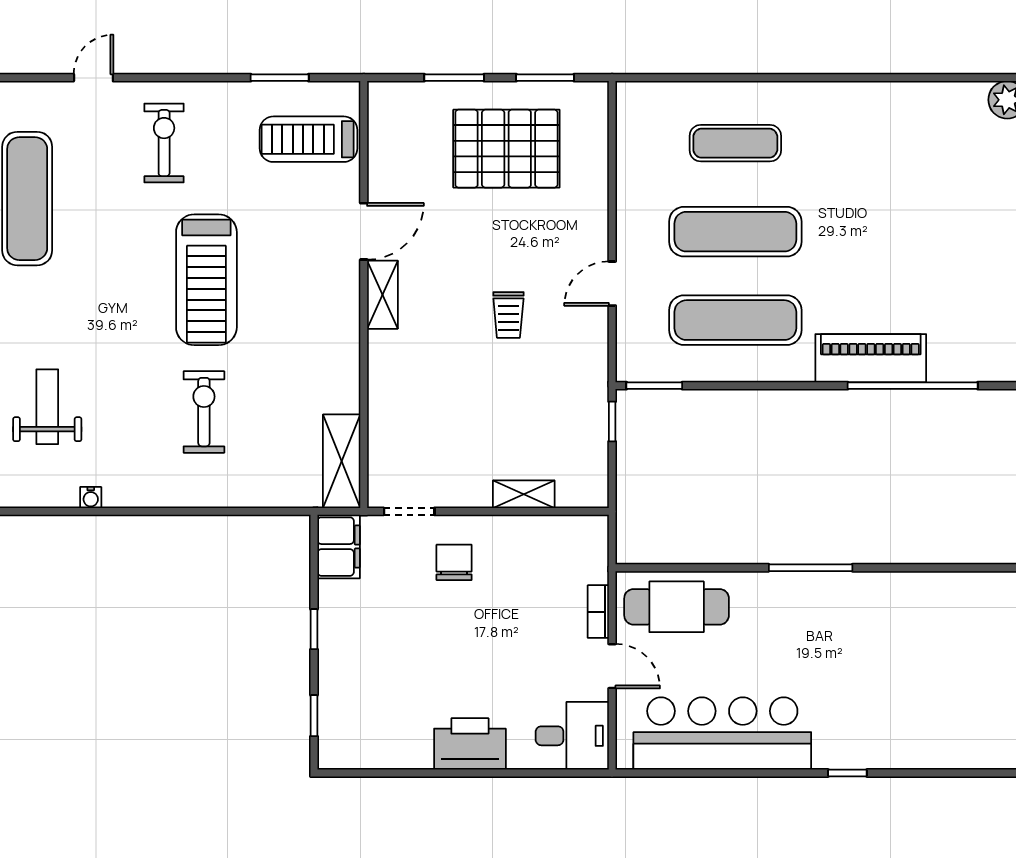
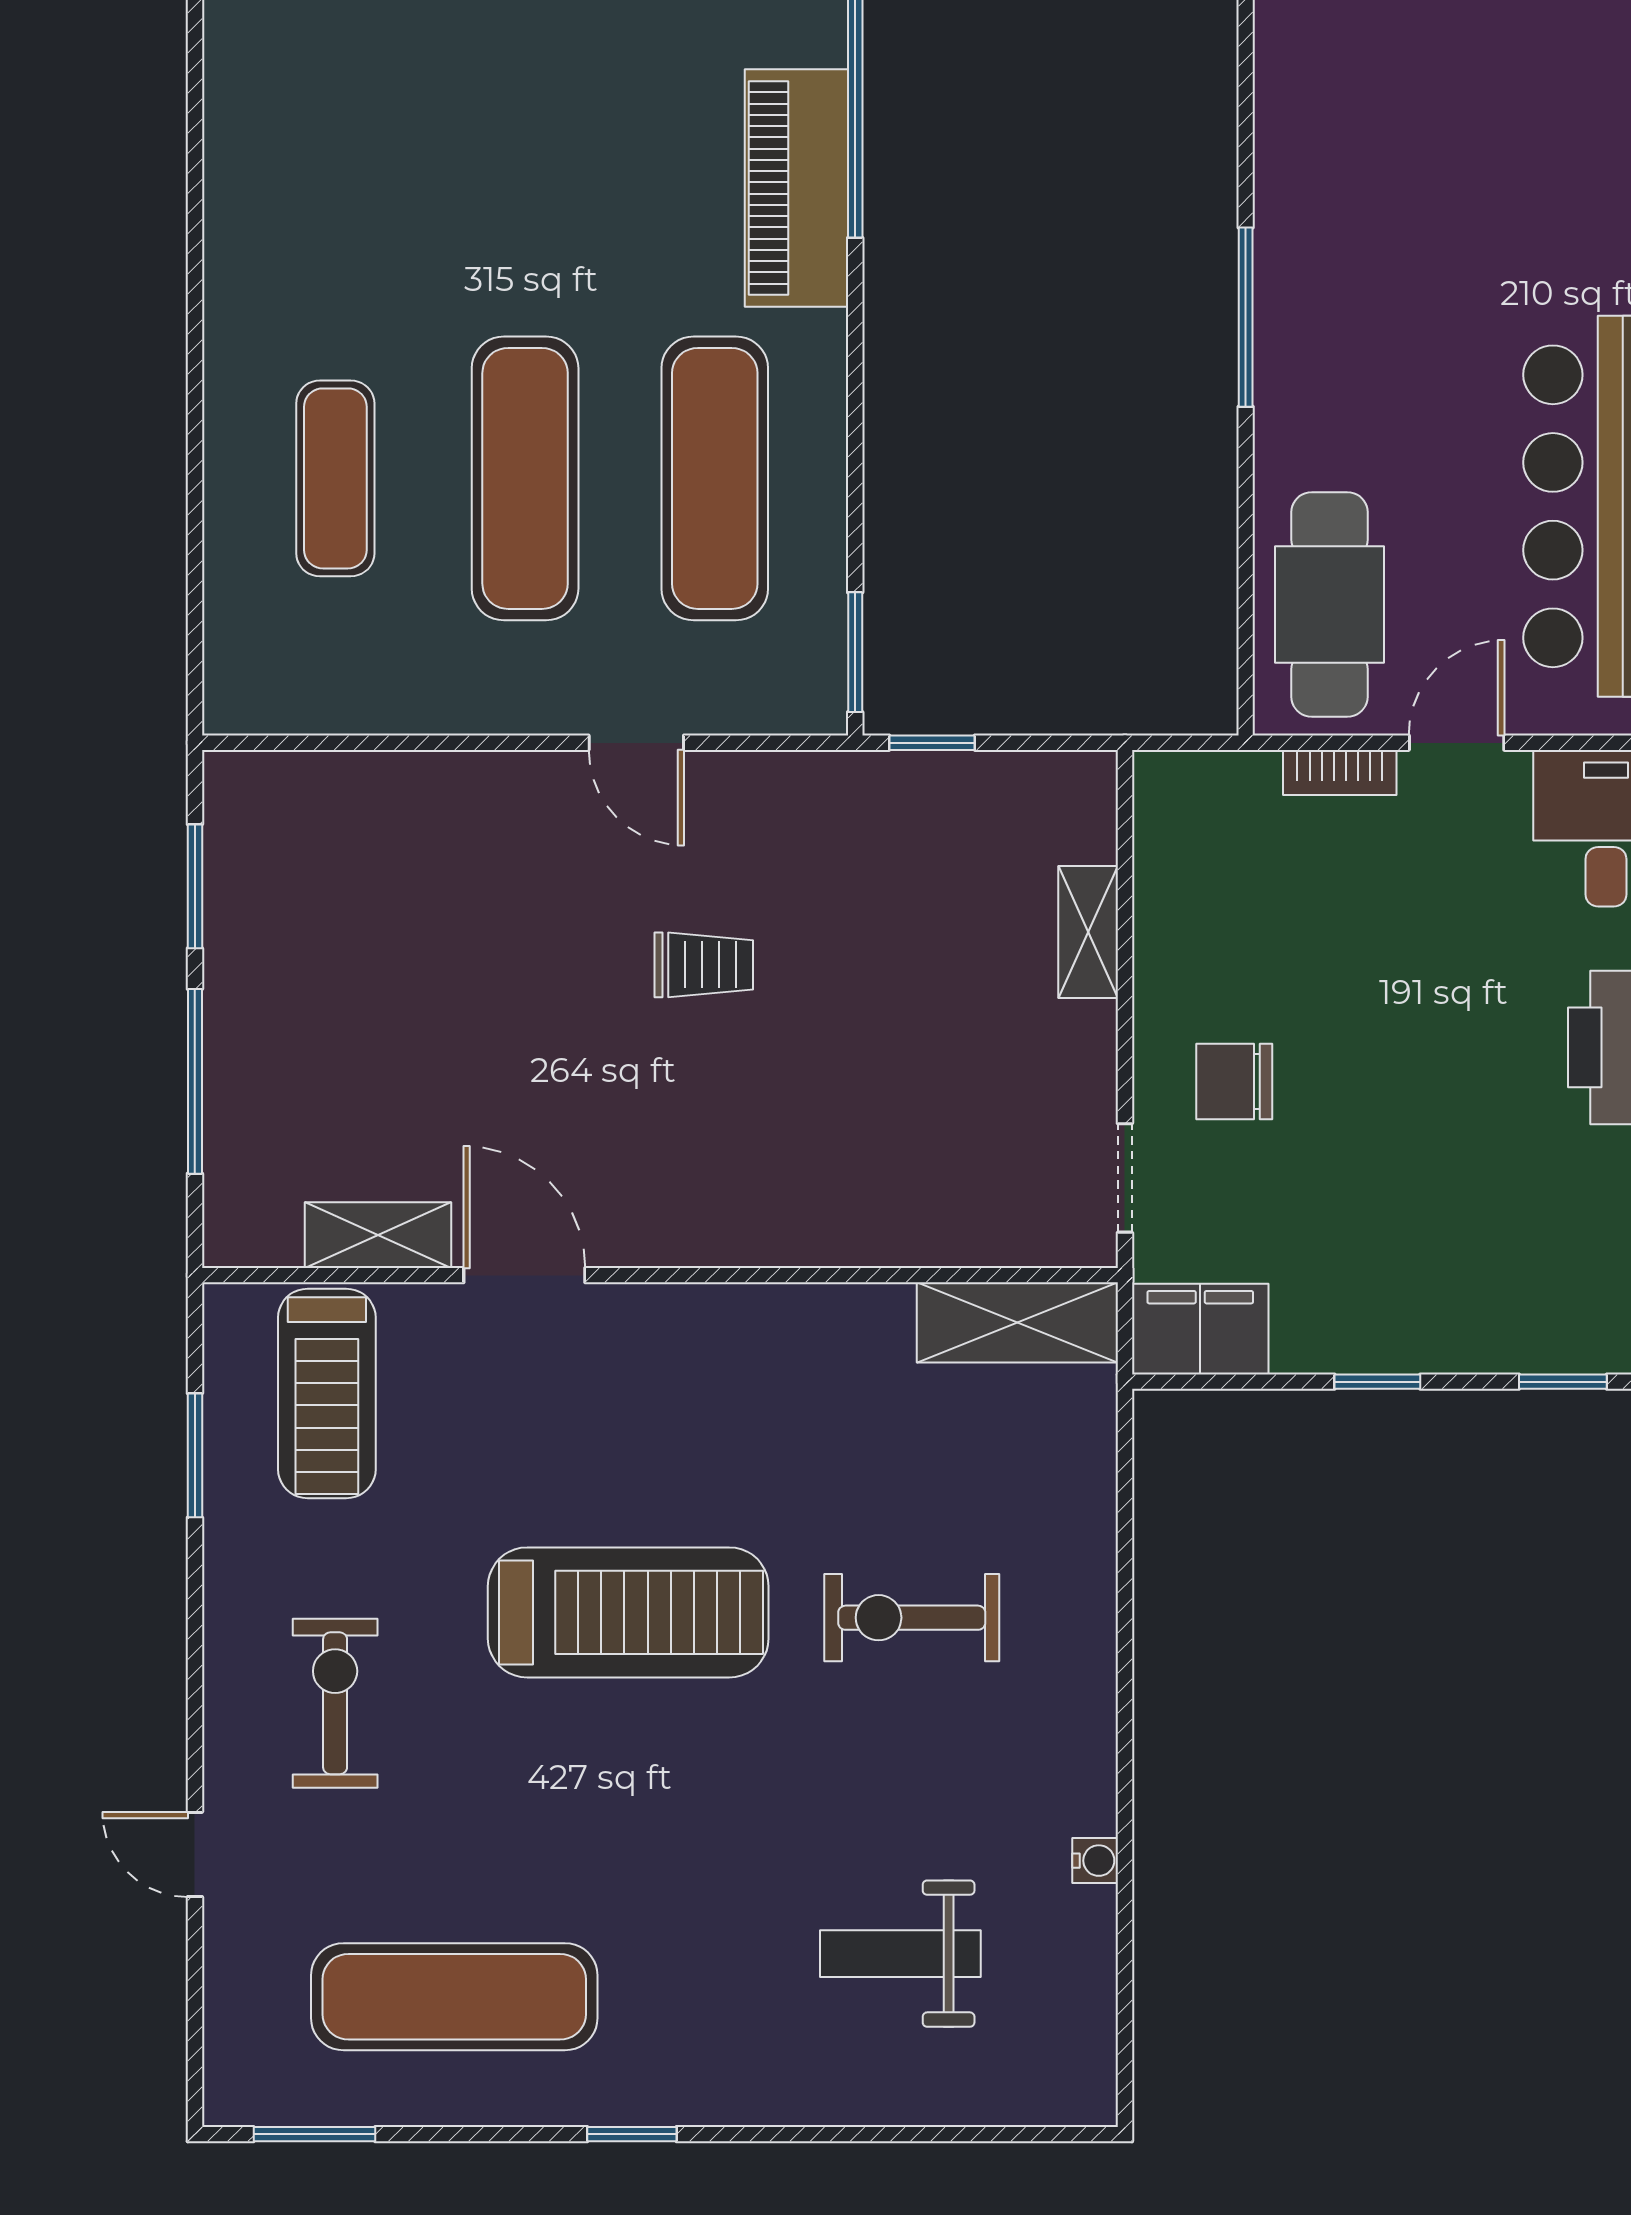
window: (454, 78) -> (195, 1081), width x1.44
exercise bike: (164, 143) -> (335, 1703), turned 90
pallet: (506, 149) -> (347, 969), removed
shelving: (382, 295) -> (378, 1235), moved

